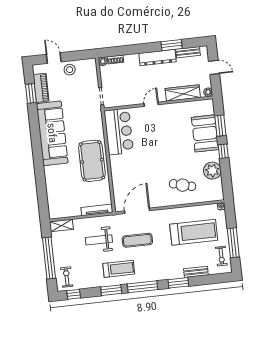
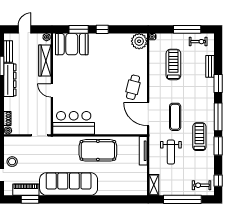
booth: (205, 133) -> (72, 44), moved
plant: (212, 171) -> (139, 41), moved
cafe table: (183, 185) -> (133, 87), moved
treadmill: (194, 232) -> (173, 64), width x0.73, depth x0.73

